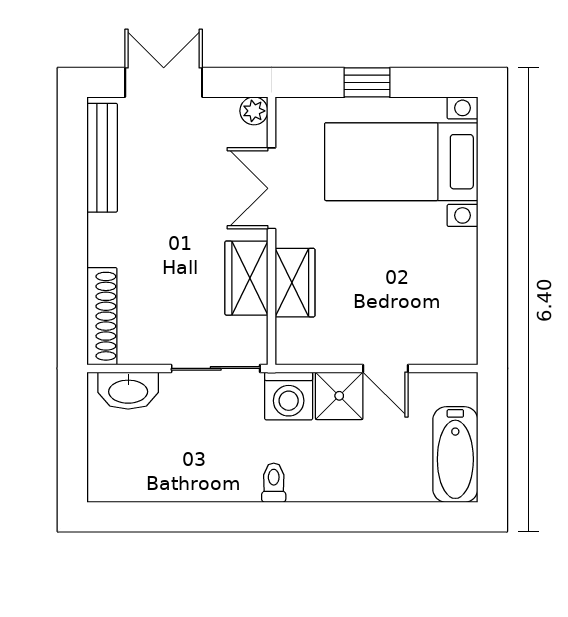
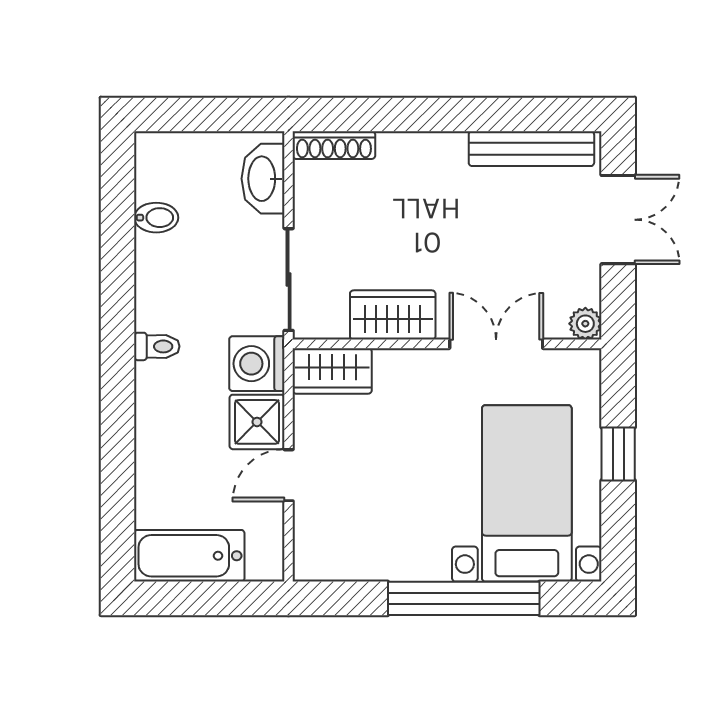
window: (492, 216) -> (464, 598), added
wardrobe: (295, 283) -> (332, 371), moved
shoe rack: (102, 316) -> (334, 145), width x0.74, depth x0.81
bidet: (162, 483) -> (156, 218), added

